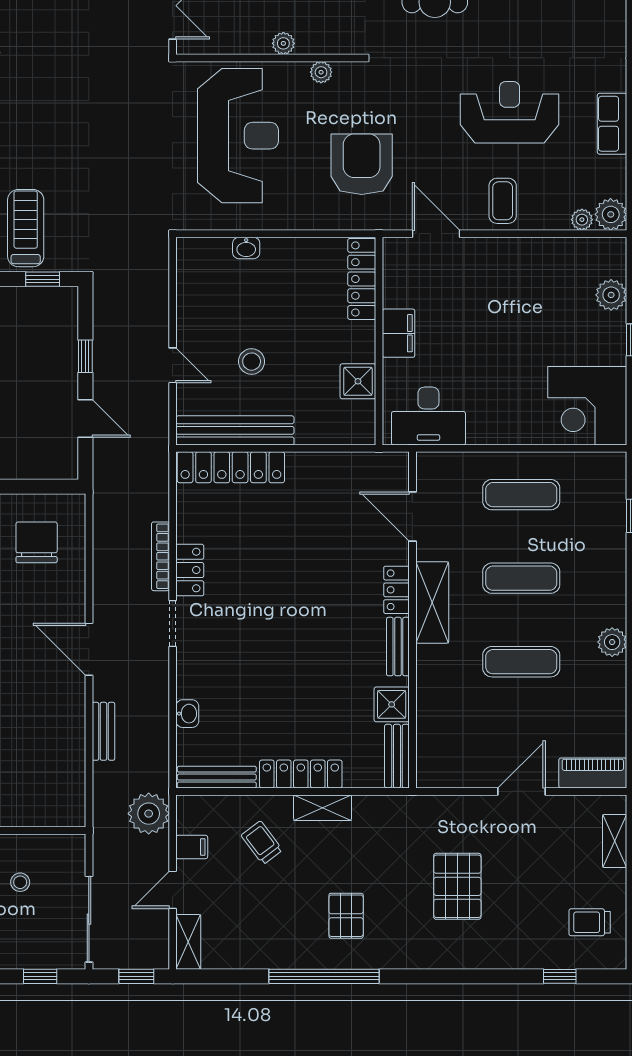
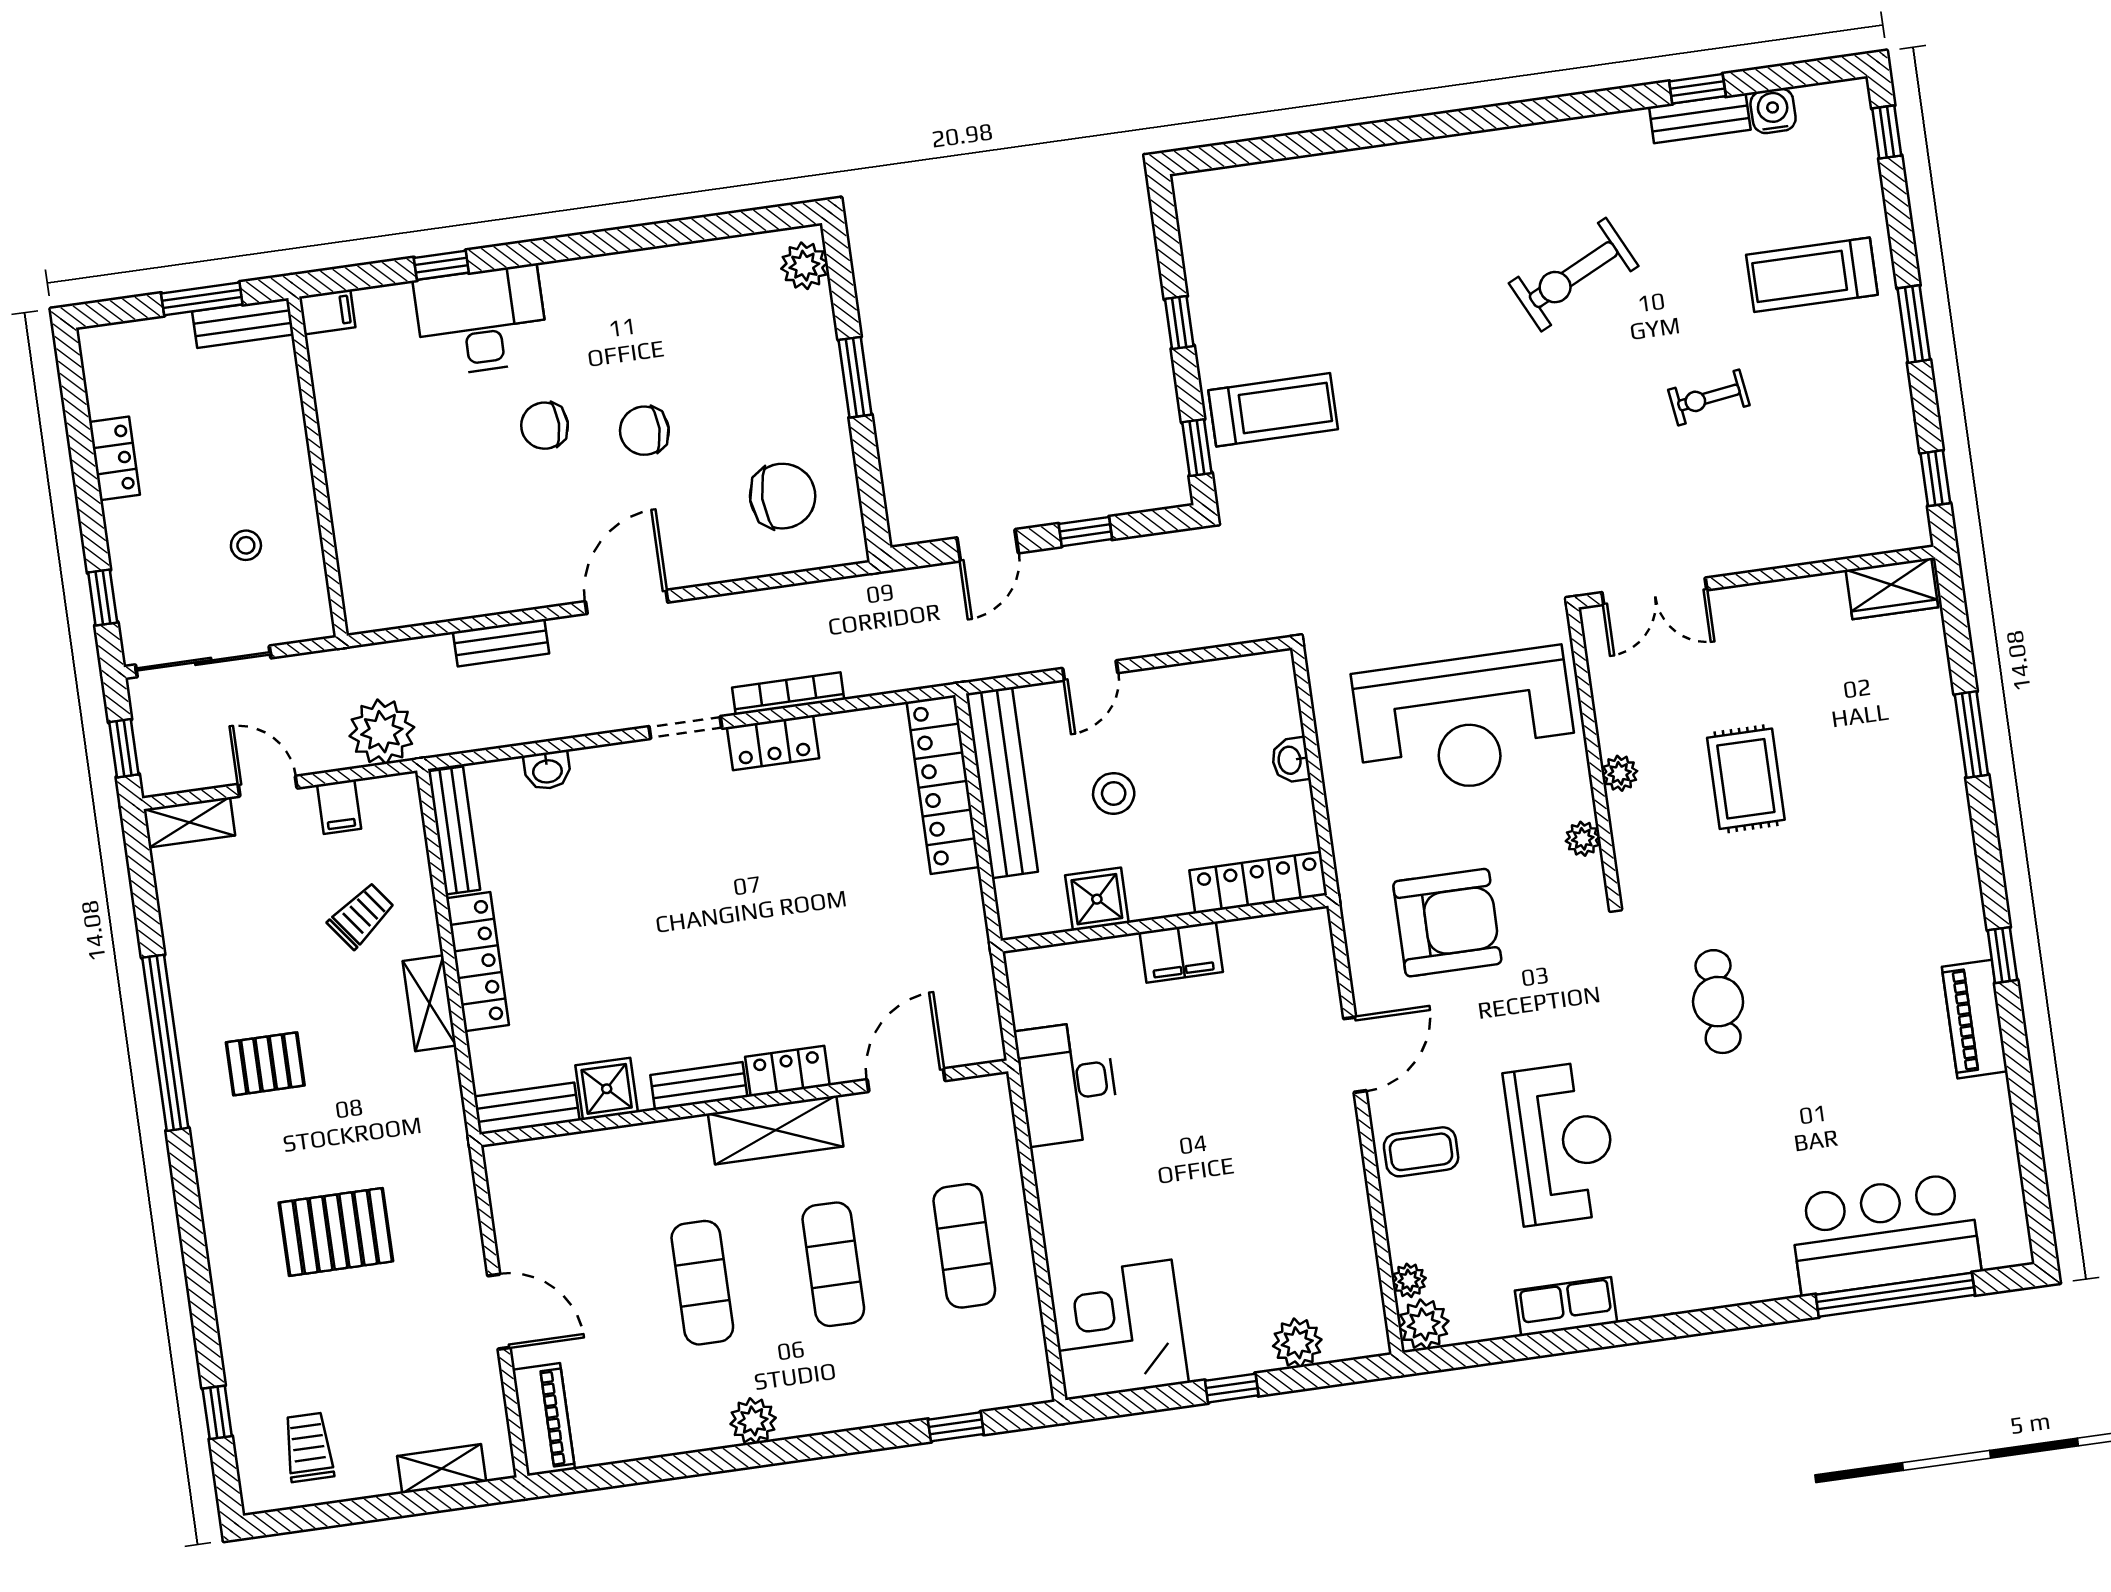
locker: (362, 279) -> (1258, 883), moved
filing cabinet: (399, 333) -> (1181, 952), moved
wall: (379, 341) -> (1165, 923), moved
shower: (358, 381) -> (1097, 899), moved

